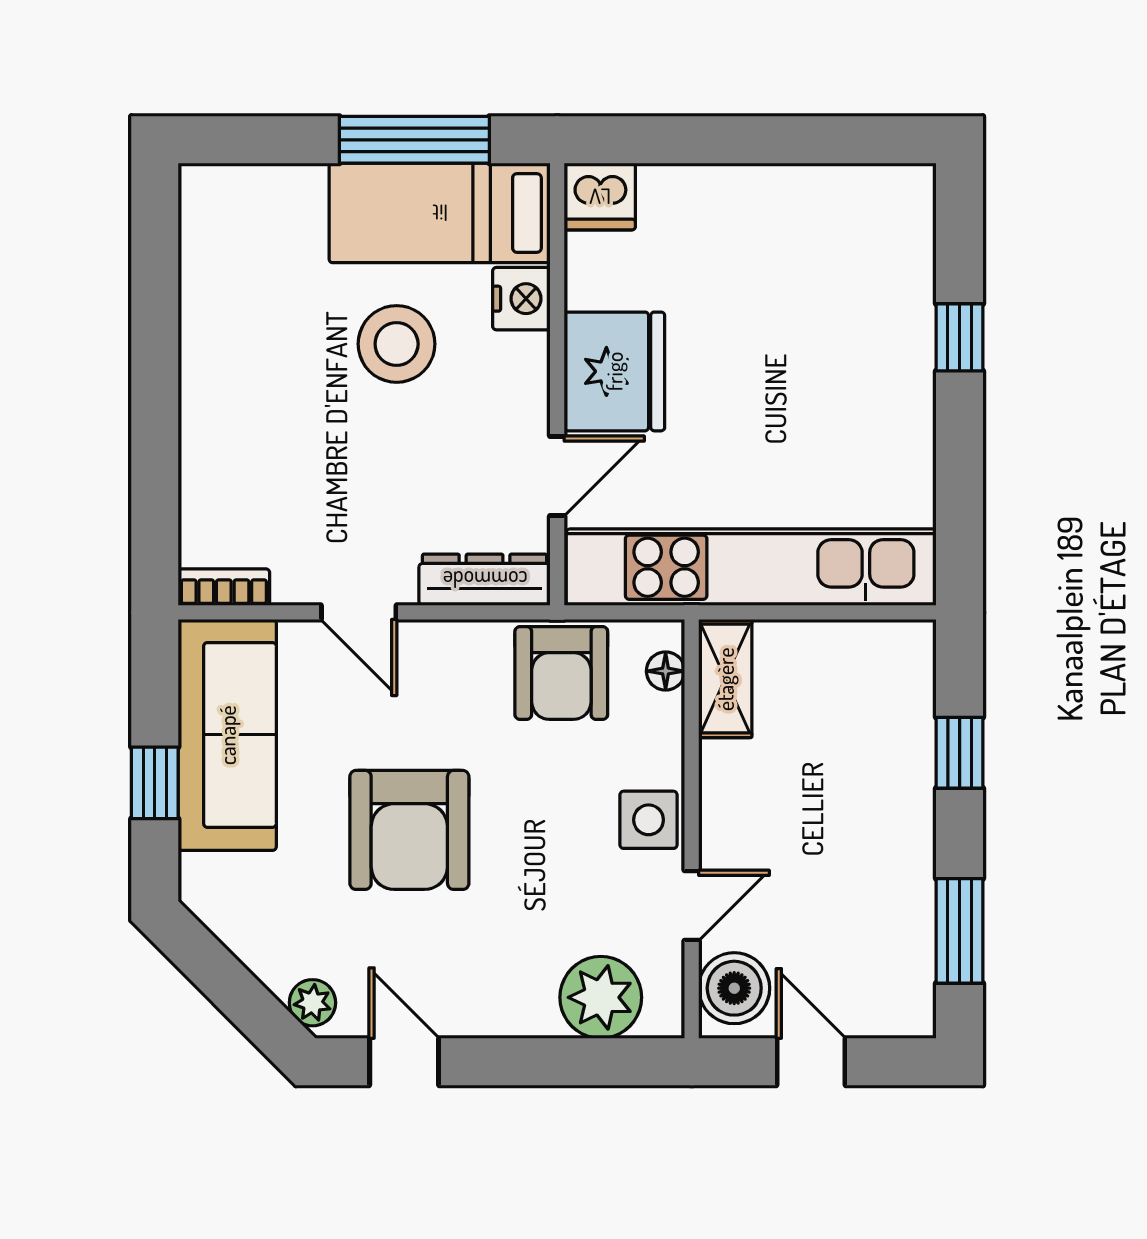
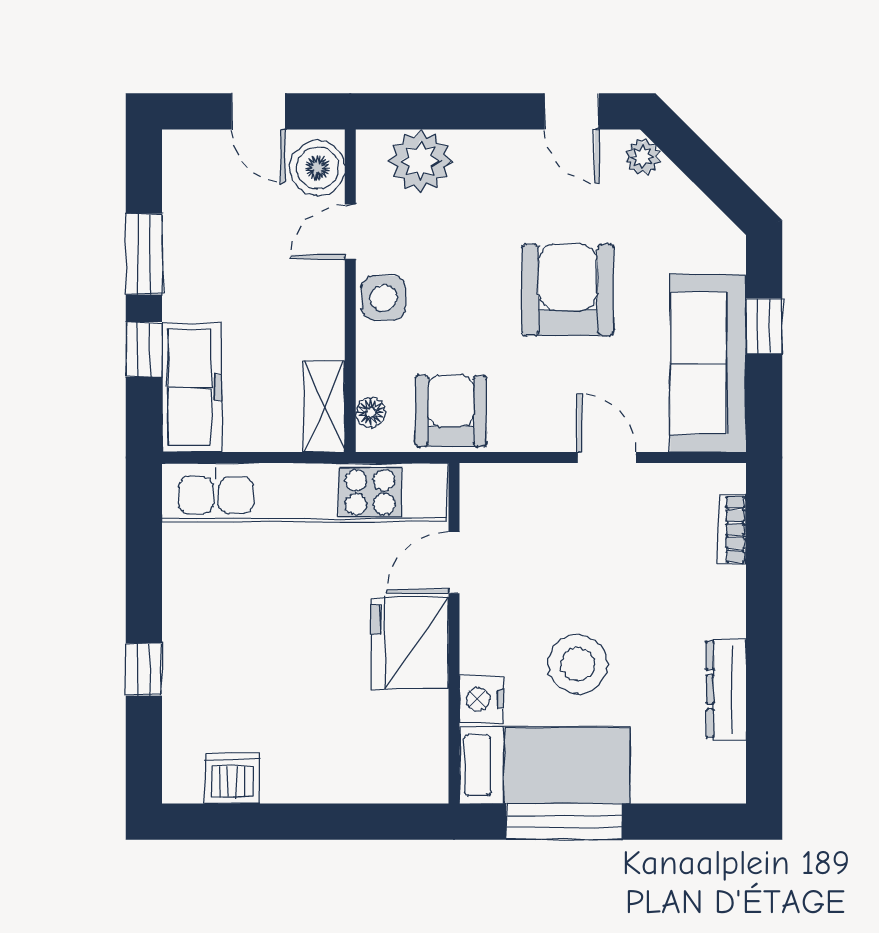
dishwasher: (600, 197) -> (232, 778), moved
dresser: (485, 580) -> (726, 690), moved, turned 90
bookcase: (224, 587) -> (732, 529), moved, turned 90
freezer: (897, 703) -> (192, 387), added
window: (960, 931) -> (144, 254), moved

